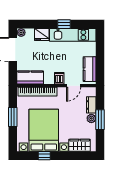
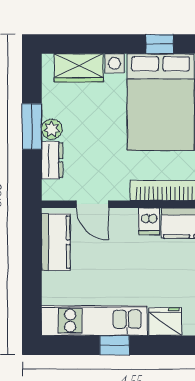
dishwasher: (59, 78) -> (149, 221), moved
door: (74, 86) -> (92, 204), swing flipped

